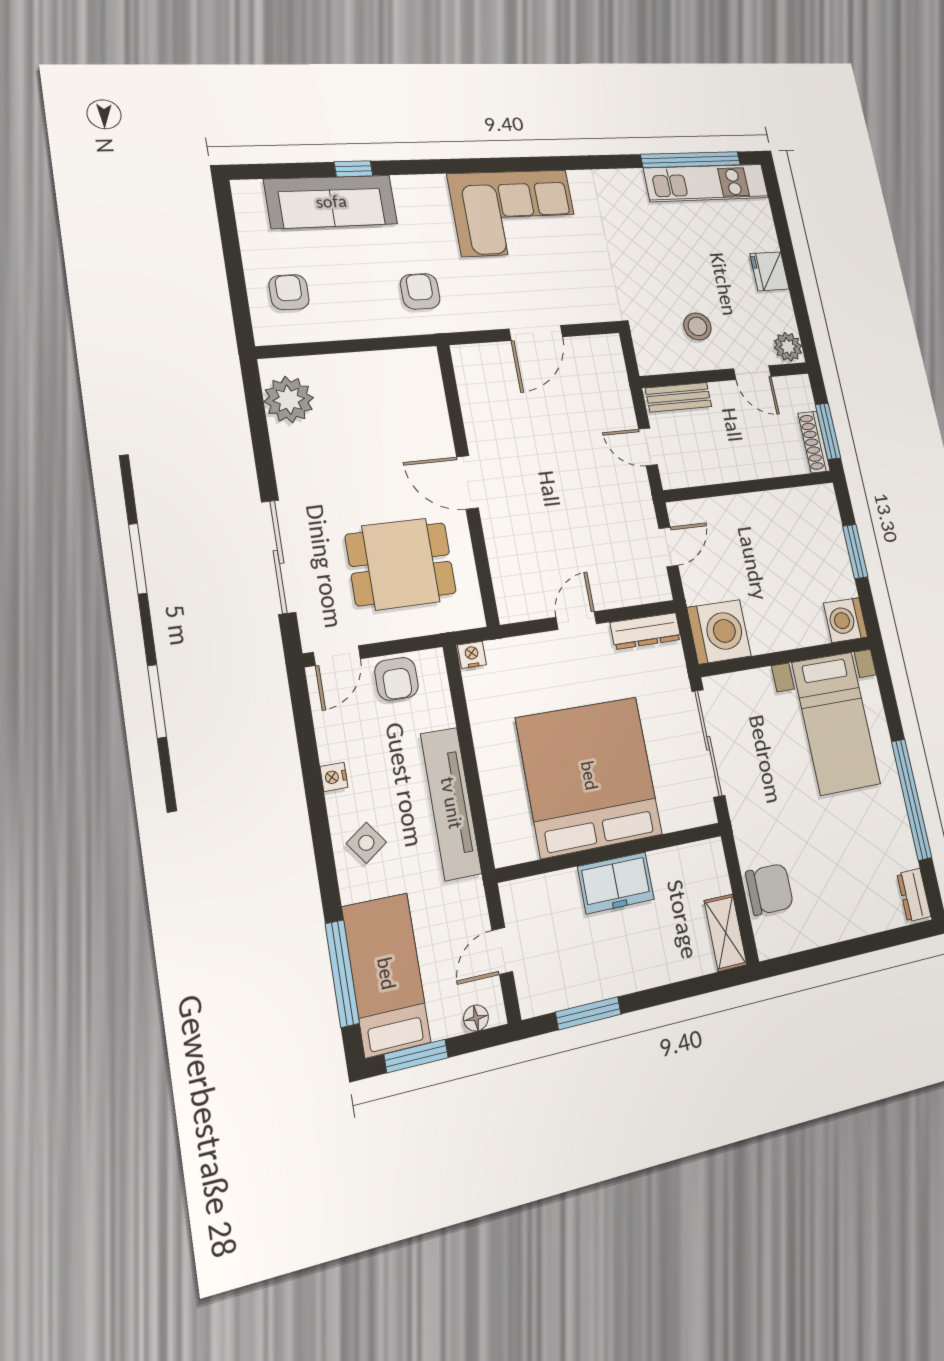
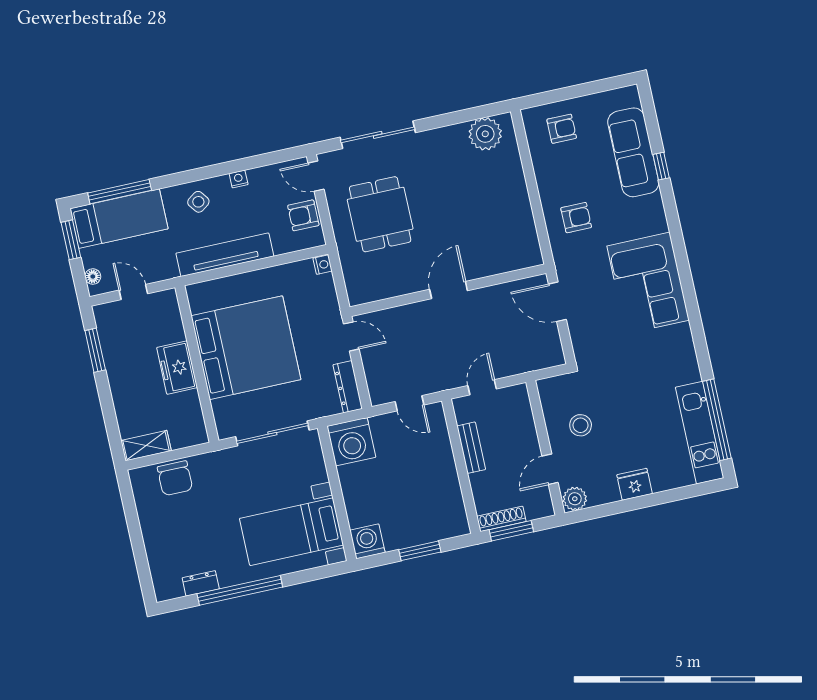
bench: (679, 397) -> (471, 448), moved
door: (467, 482) -> (449, 290), moved
wall: (468, 483) -> (448, 290), moved
dresser: (914, 895) -> (201, 583), moved

